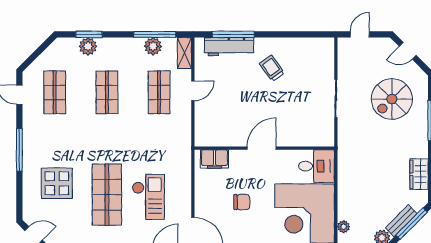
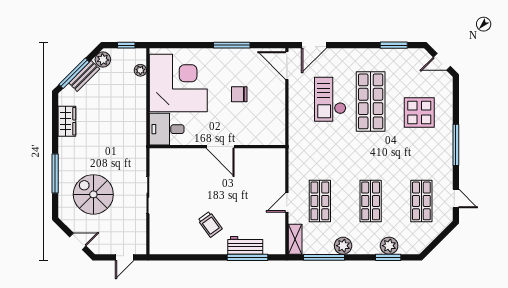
plant: (153, 46) -> (343, 246), moved
workbench: (229, 47) -> (245, 245), width x0.73
spiral stairs: (392, 99) -> (93, 194), turned -90
door: (262, 148) -> (220, 147), hinge flipped
filing cabinet: (215, 159) -> (266, 136), removed

